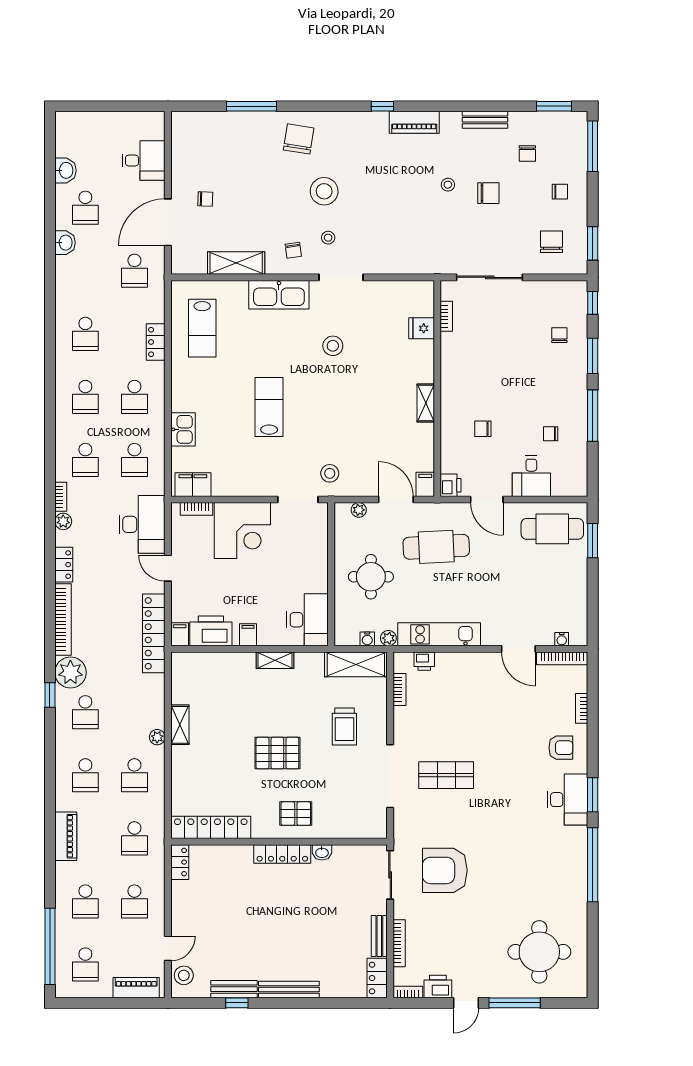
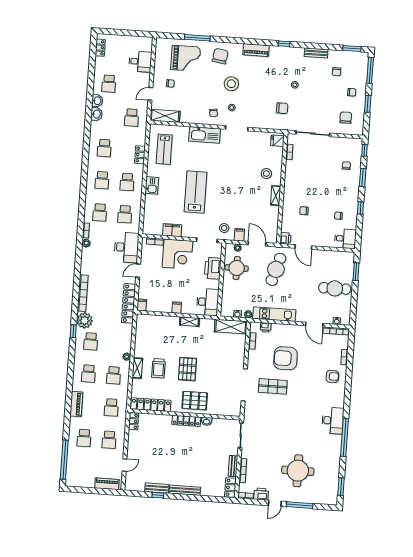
window: (382, 106) -> (284, 44), moved
piano: (414, 122) -> (256, 50), moved
grand piano: (232, 148) -> (186, 58), added
washbasin: (66, 170) -> (96, 114), moved
chair: (488, 193) -> (282, 108), moved
door: (168, 222) -> (150, 94), width x0.53
window: (593, 243) -> (368, 104), moved
shelving: (236, 263) -> (165, 116), moved
fridge: (422, 328) -> (277, 141), moved
stool: (333, 346) -> (266, 174), moved
lab bench: (269, 407) -> (195, 192), width x1.36, depth x1.39
window: (593, 416) -> (360, 208), width x0.46
kitchen sink: (183, 429) -> (152, 185), moved
desk: (531, 476) -> (345, 239), moved, turned -90
filing cabinet: (425, 484) -> (239, 235), moved
filing cabinet: (193, 485) -> (172, 230), moved
cafe table: (552, 529) -> (335, 288), moved
cafe table: (436, 547) -> (276, 269), turned -70
locker: (64, 565) -> (100, 48), moved
door: (168, 568) -> (138, 271), hinge flipped
round table: (371, 577) -> (237, 268), moved
printer: (211, 631) -> (213, 268), moved, turned -90
shelving: (180, 725) -> (137, 368), moved
trolley: (344, 726) -> (159, 368), moved
pallet: (277, 753) -> (187, 369), turned 90
window: (593, 795) -> (341, 486), moved
desk: (568, 800) -> (333, 421), moved
pallet: (296, 814) -> (195, 401), width x1.50, depth x1.42
armchair: (445, 870) -> (285, 358), moved
round table: (539, 952) -> (298, 471), moved
school desk: (85, 964) -> (82, 470), removed
stool: (184, 975) -> (132, 479), removed

